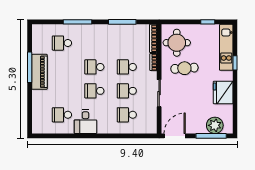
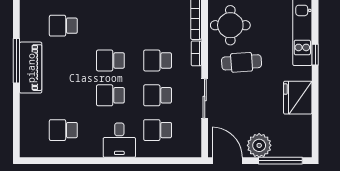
desk: (85, 122) -> (119, 140), moved
plant: (215, 125) -> (259, 145), moved
door: (175, 136) -> (227, 161), hinge flipped

